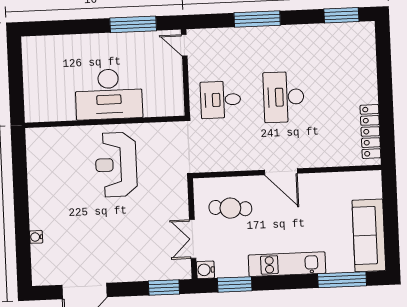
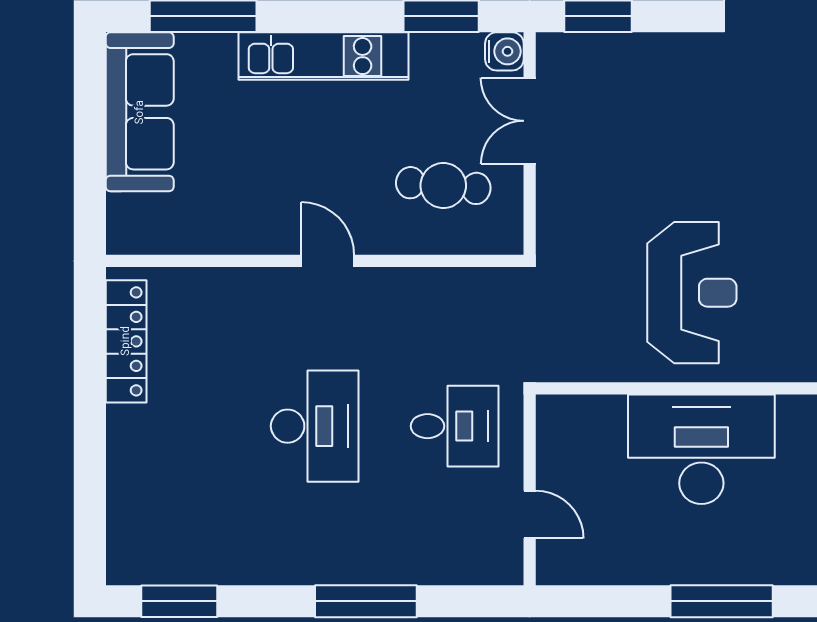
window: (133, 24) -> (722, 601), moved
door: (184, 45) -> (530, 515), moved
door: (281, 172) -> (328, 261), width x0.73
double door: (193, 239) -> (530, 121), swing flipped

